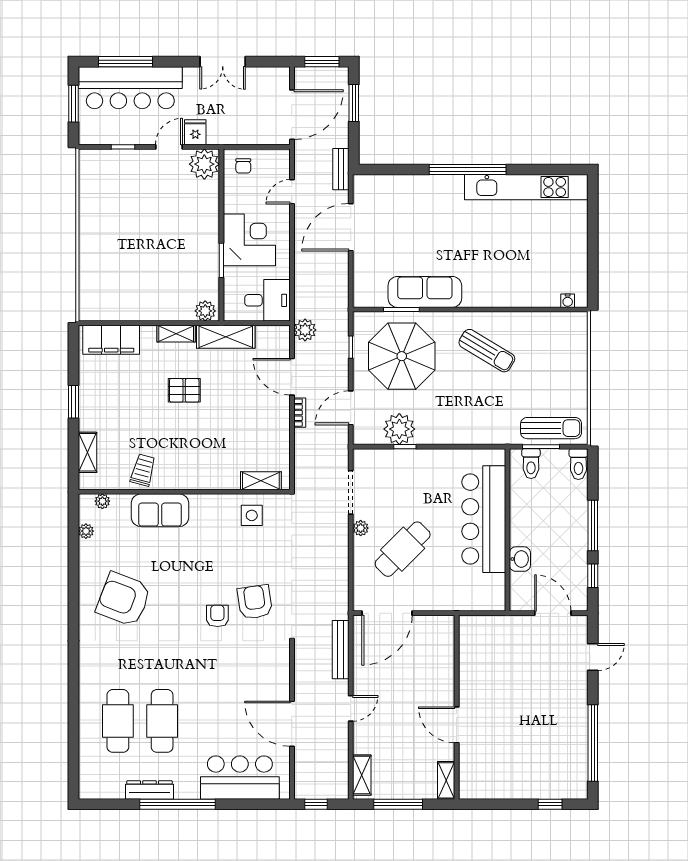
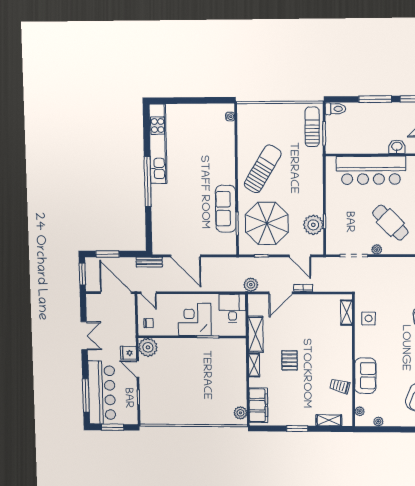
door: (292, 192) -> (149, 293), moved
plant: (205, 311) -> (240, 413), moved
sun lounger: (487, 351) -> (263, 169), width x1.36, depth x1.34
toilet: (531, 464) -> (335, 140), removed

